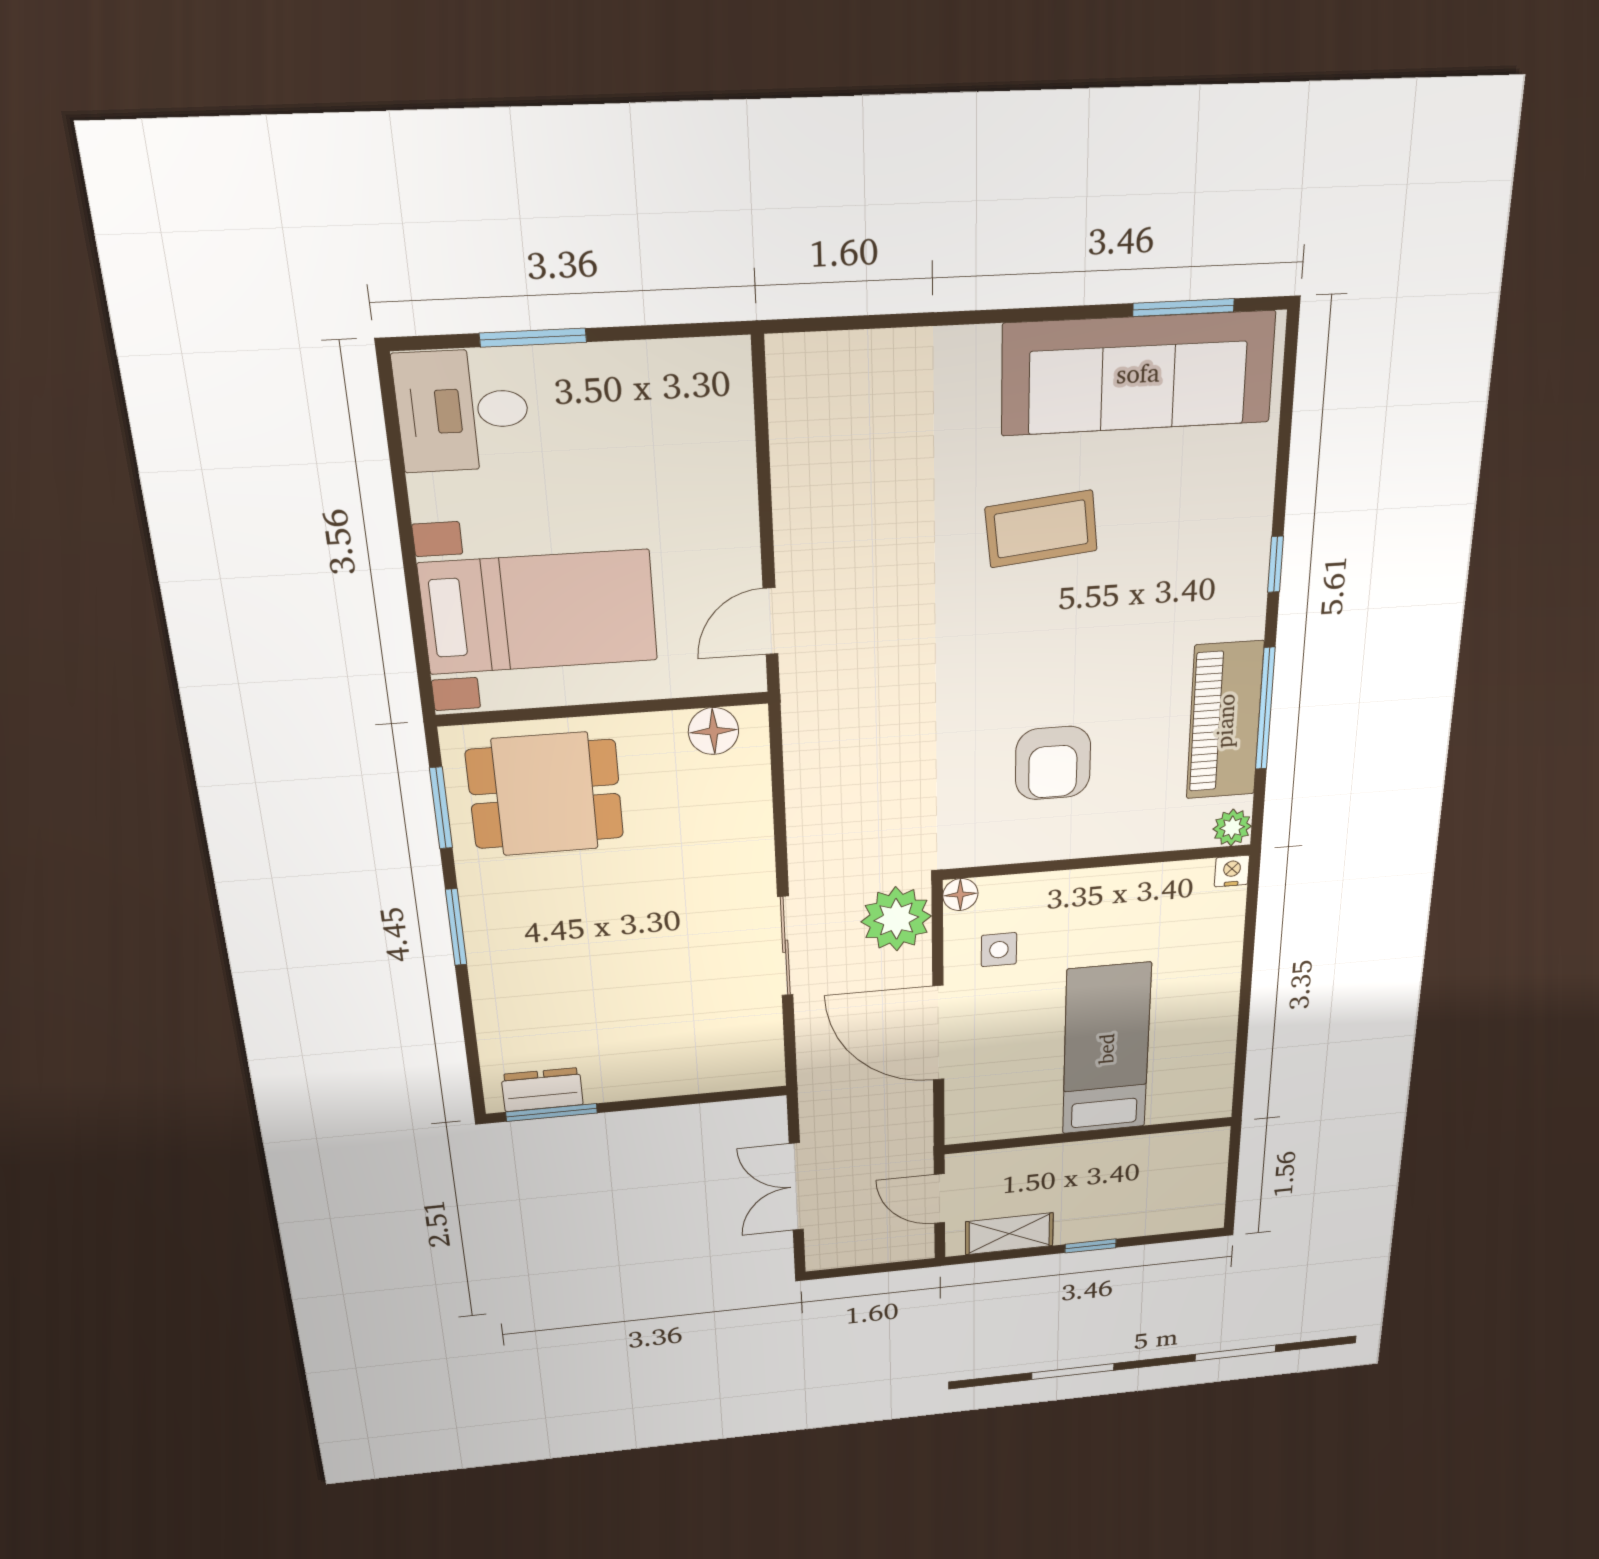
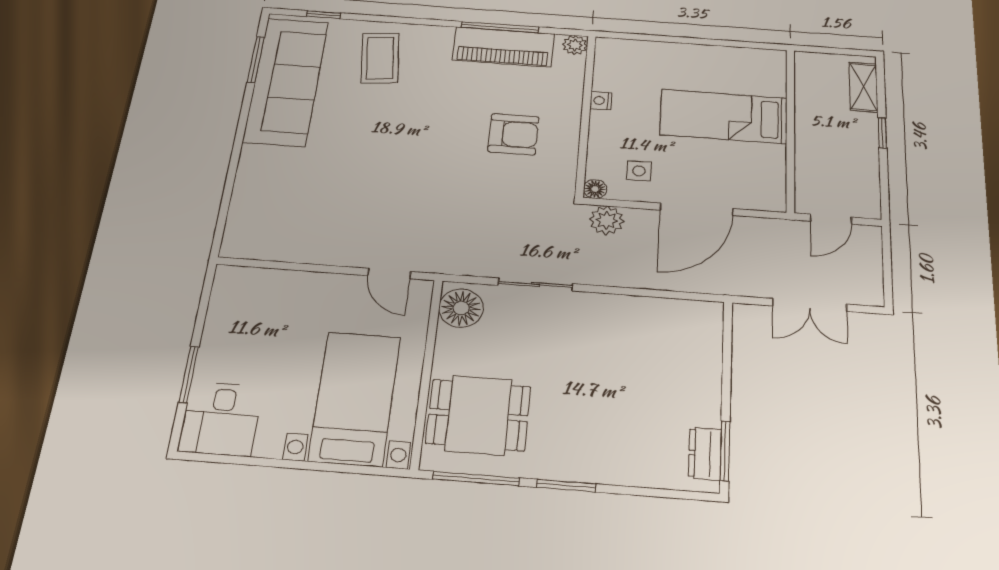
coffee table: (1041, 529) -> (380, 58), moved
window: (1275, 564) -> (323, 15), moved
floor lamp: (714, 731) -> (461, 308), width x1.38, depth x1.38
dining table: (545, 794) -> (478, 415), turned 90
window: (441, 808) -> (476, 479), width x1.44
nightstand: (1232, 871) -> (601, 101), moved
plant: (896, 919) -> (607, 220), width x0.73, depth x0.73
sliding door: (785, 946) -> (536, 284), moved
shelving: (1009, 1234) -> (863, 87), moved

